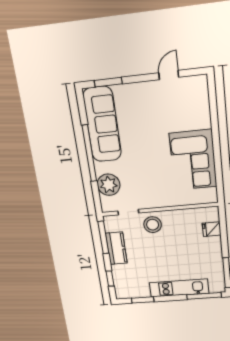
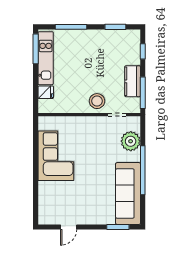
kitchen unit: (179, 288) -> (46, 58), moved, turned -90
window: (204, 296) -> (71, 27), moved

